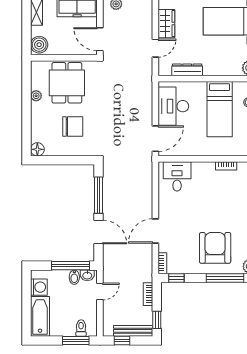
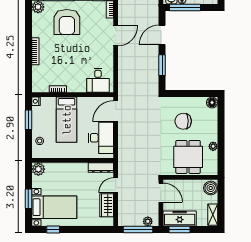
dresser: (187, 70) -> (101, 168), moved
bed: (220, 109) -> (67, 120), moved, turned 180
window: (99, 195) -> (162, 65), width x0.69
door: (99, 232) -> (162, 35), hinge flipped

